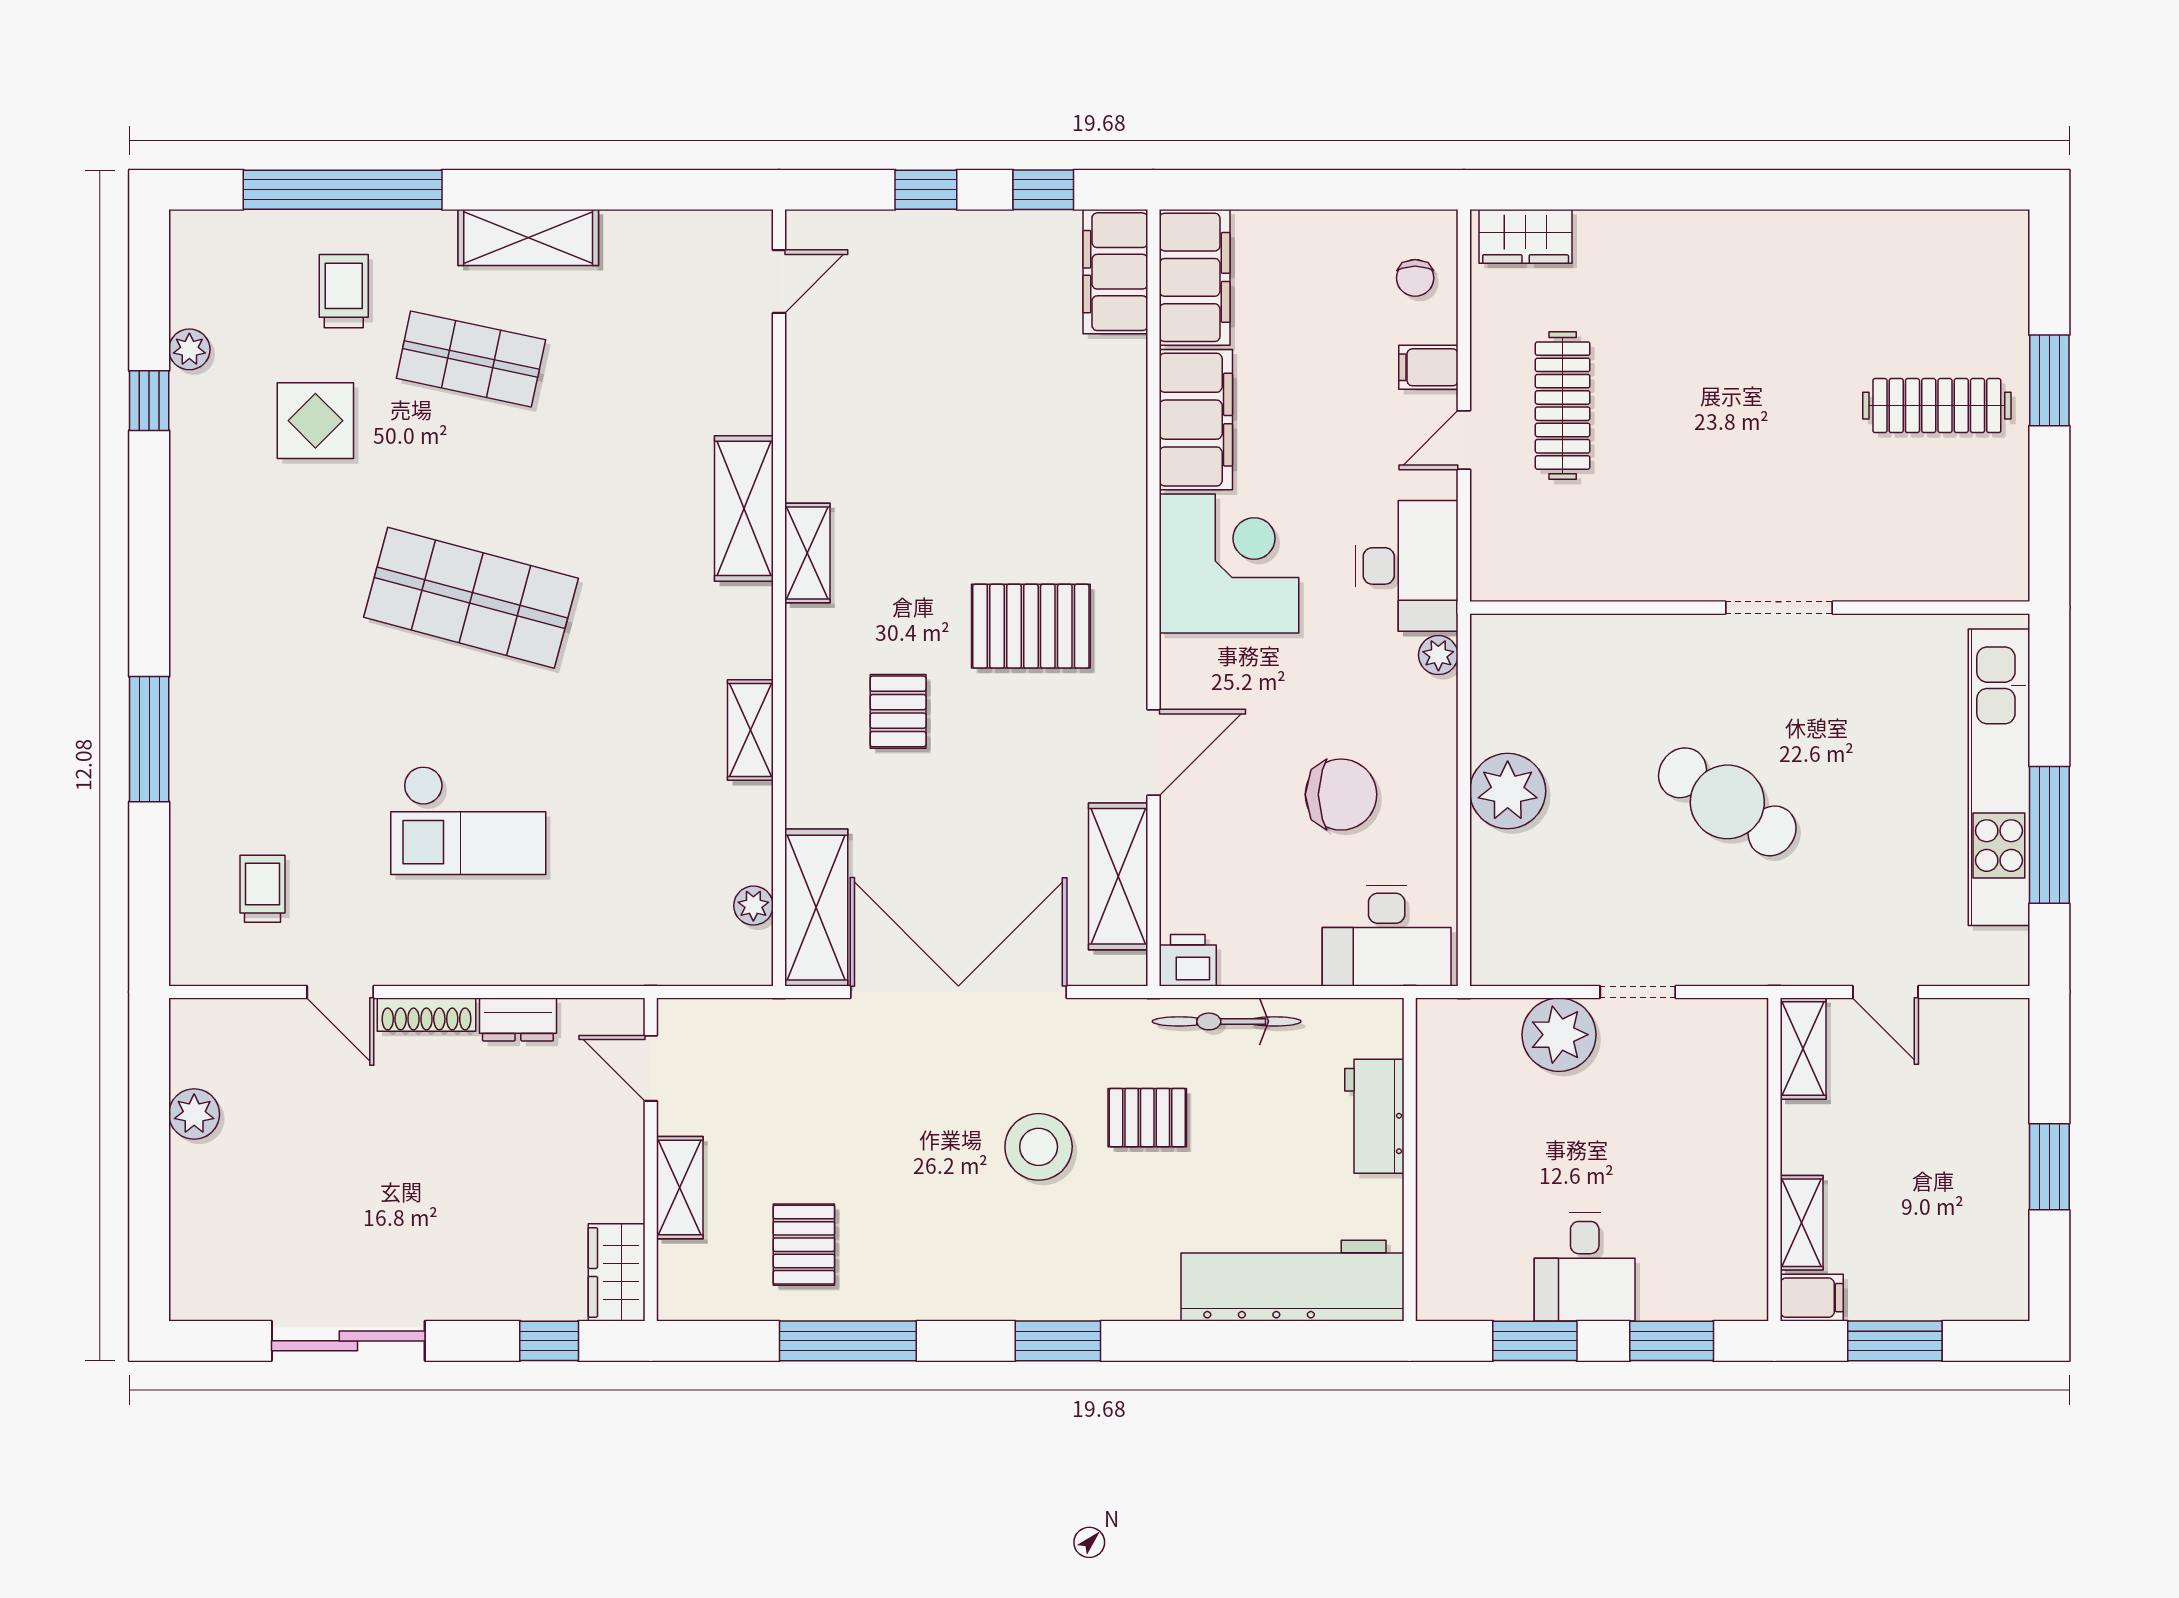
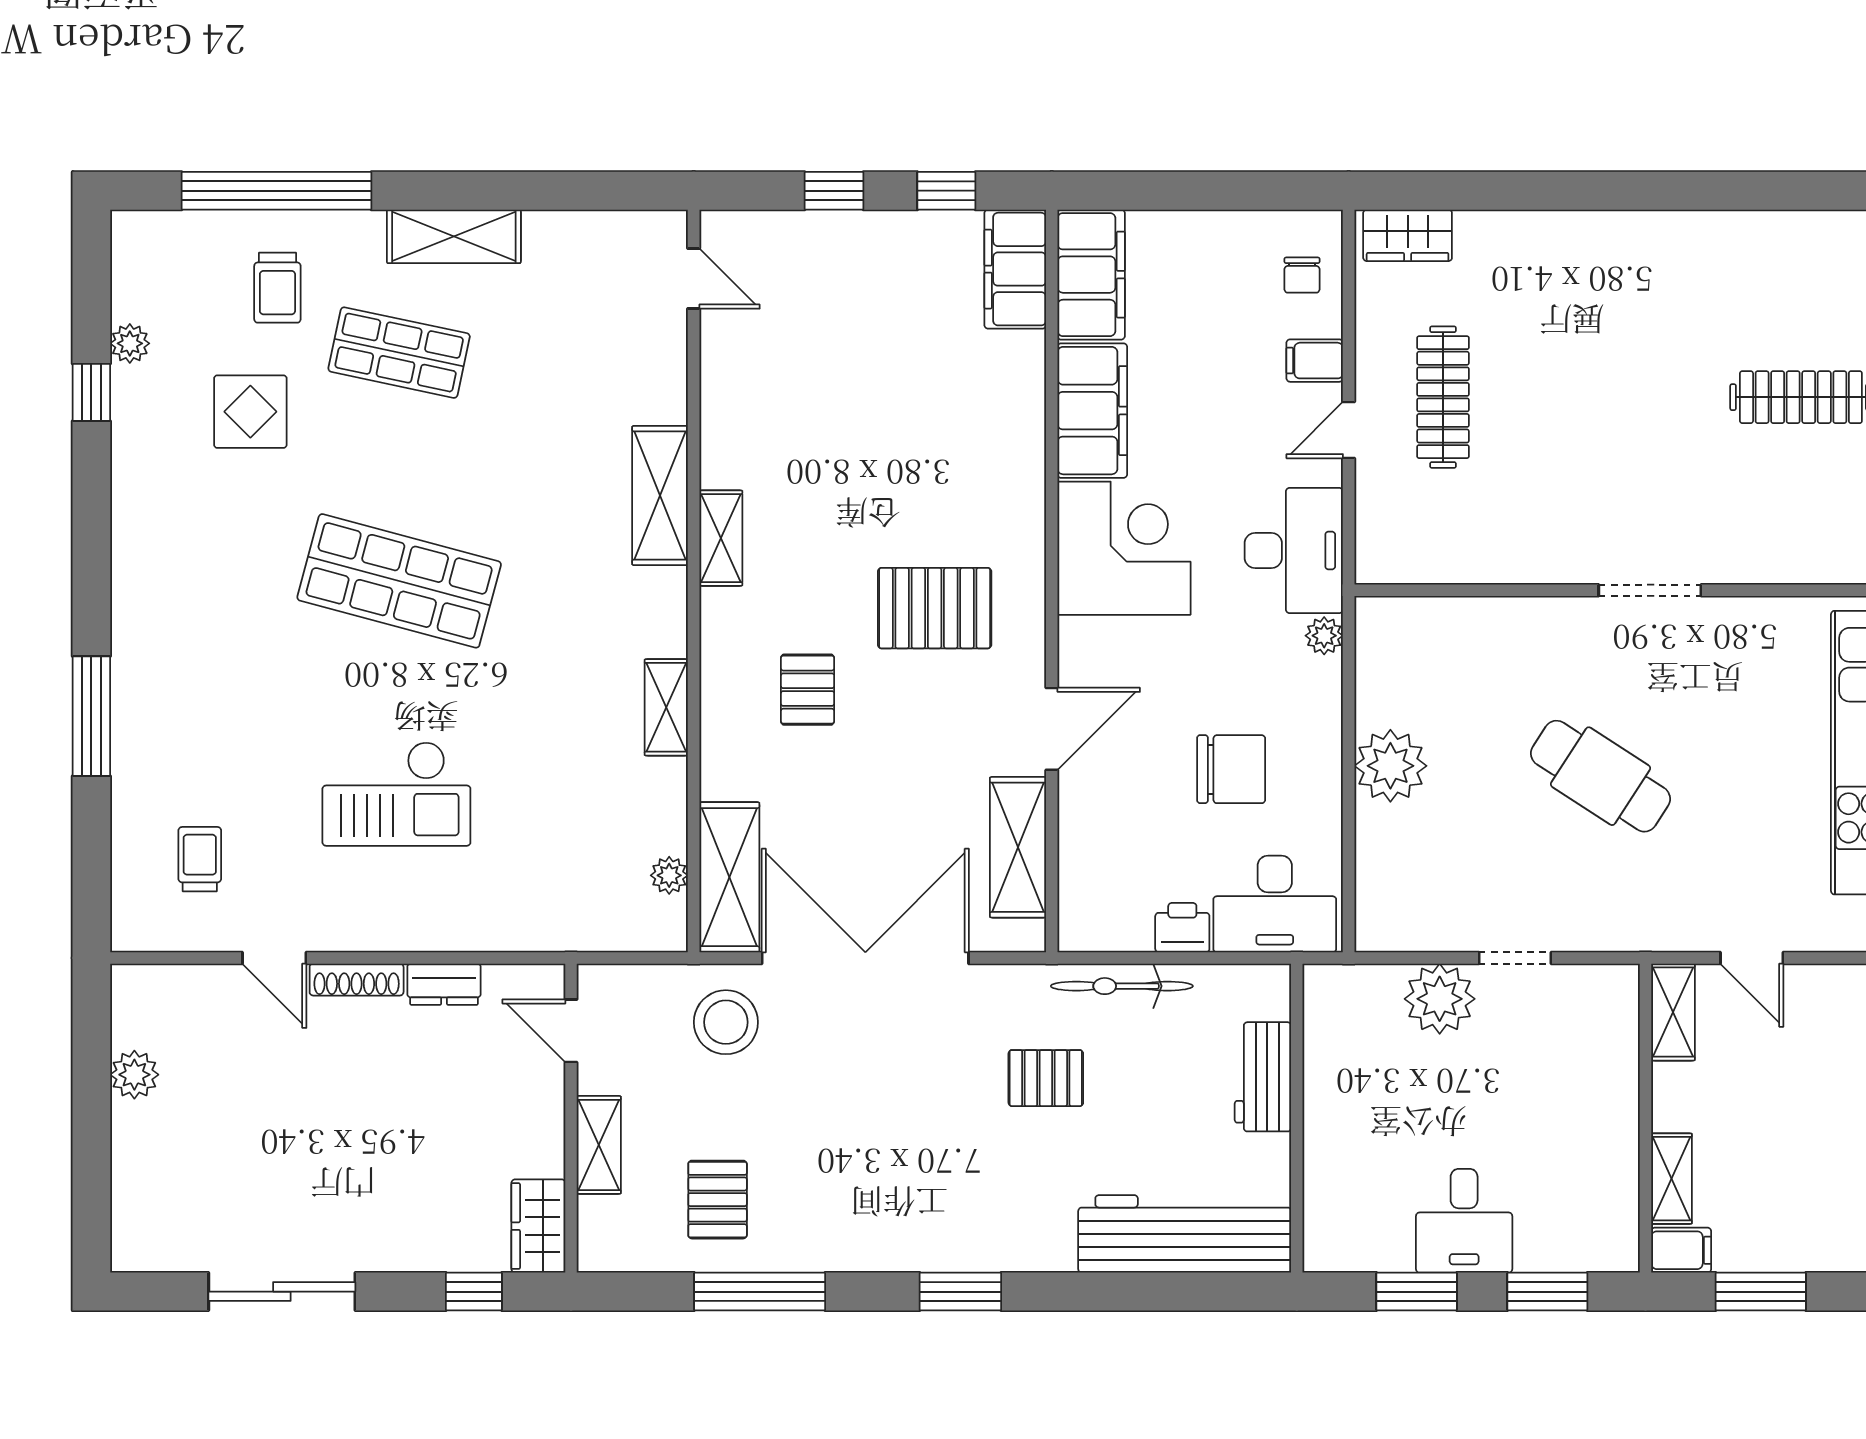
door: (779, 282) -> (694, 279), hinge flipped
trolley: (344, 291) -> (277, 288), turned 180
printer: (1188, 960) -> (1182, 928), moved
stool: (1039, 1147) -> (726, 1022), moved

